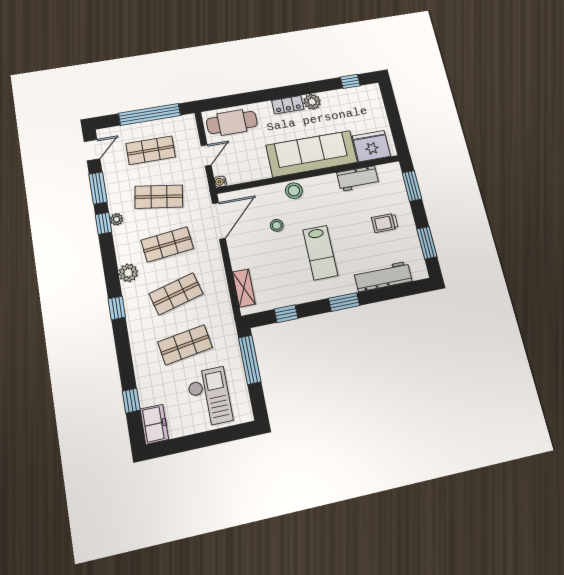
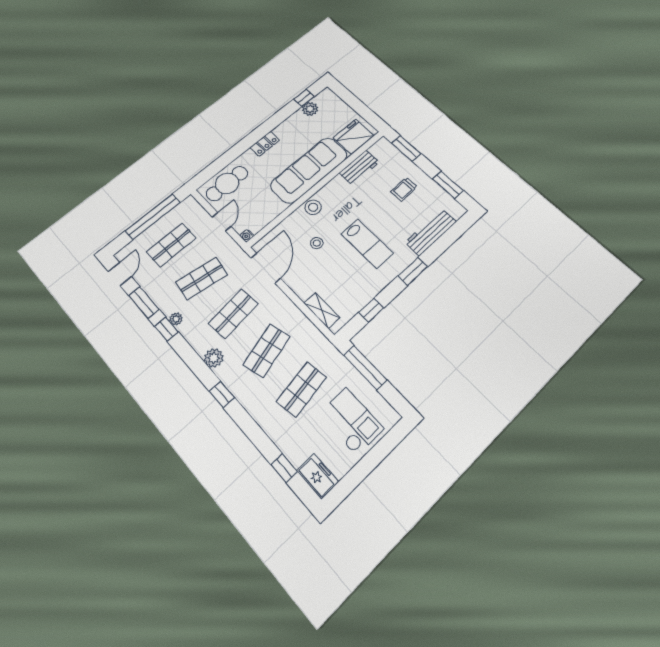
plant: (312, 102) -> (310, 109), moved

